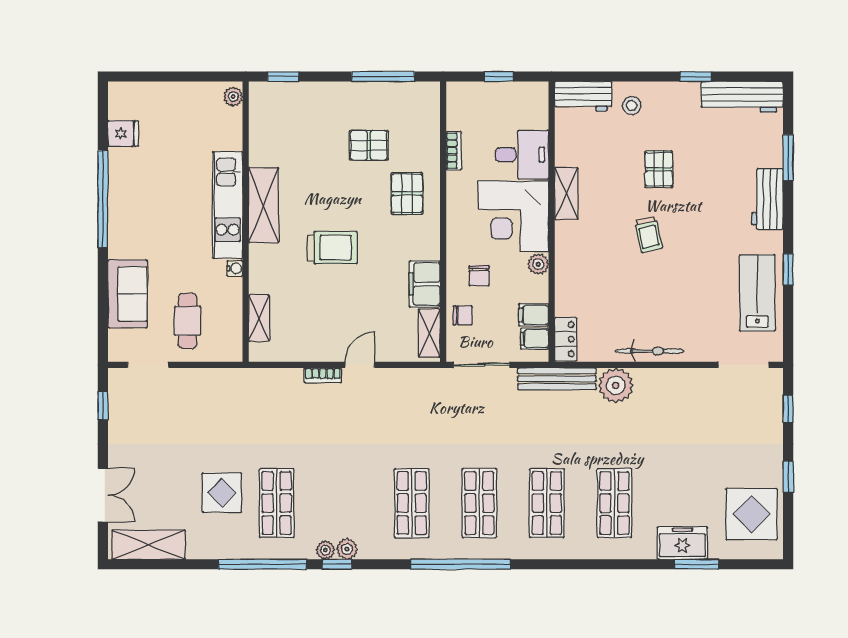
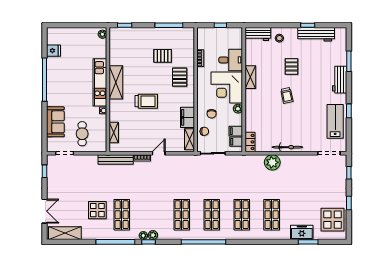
workbench: (742, 97) -> (316, 34), moved
bench: (557, 379) -> (116, 159), moved

